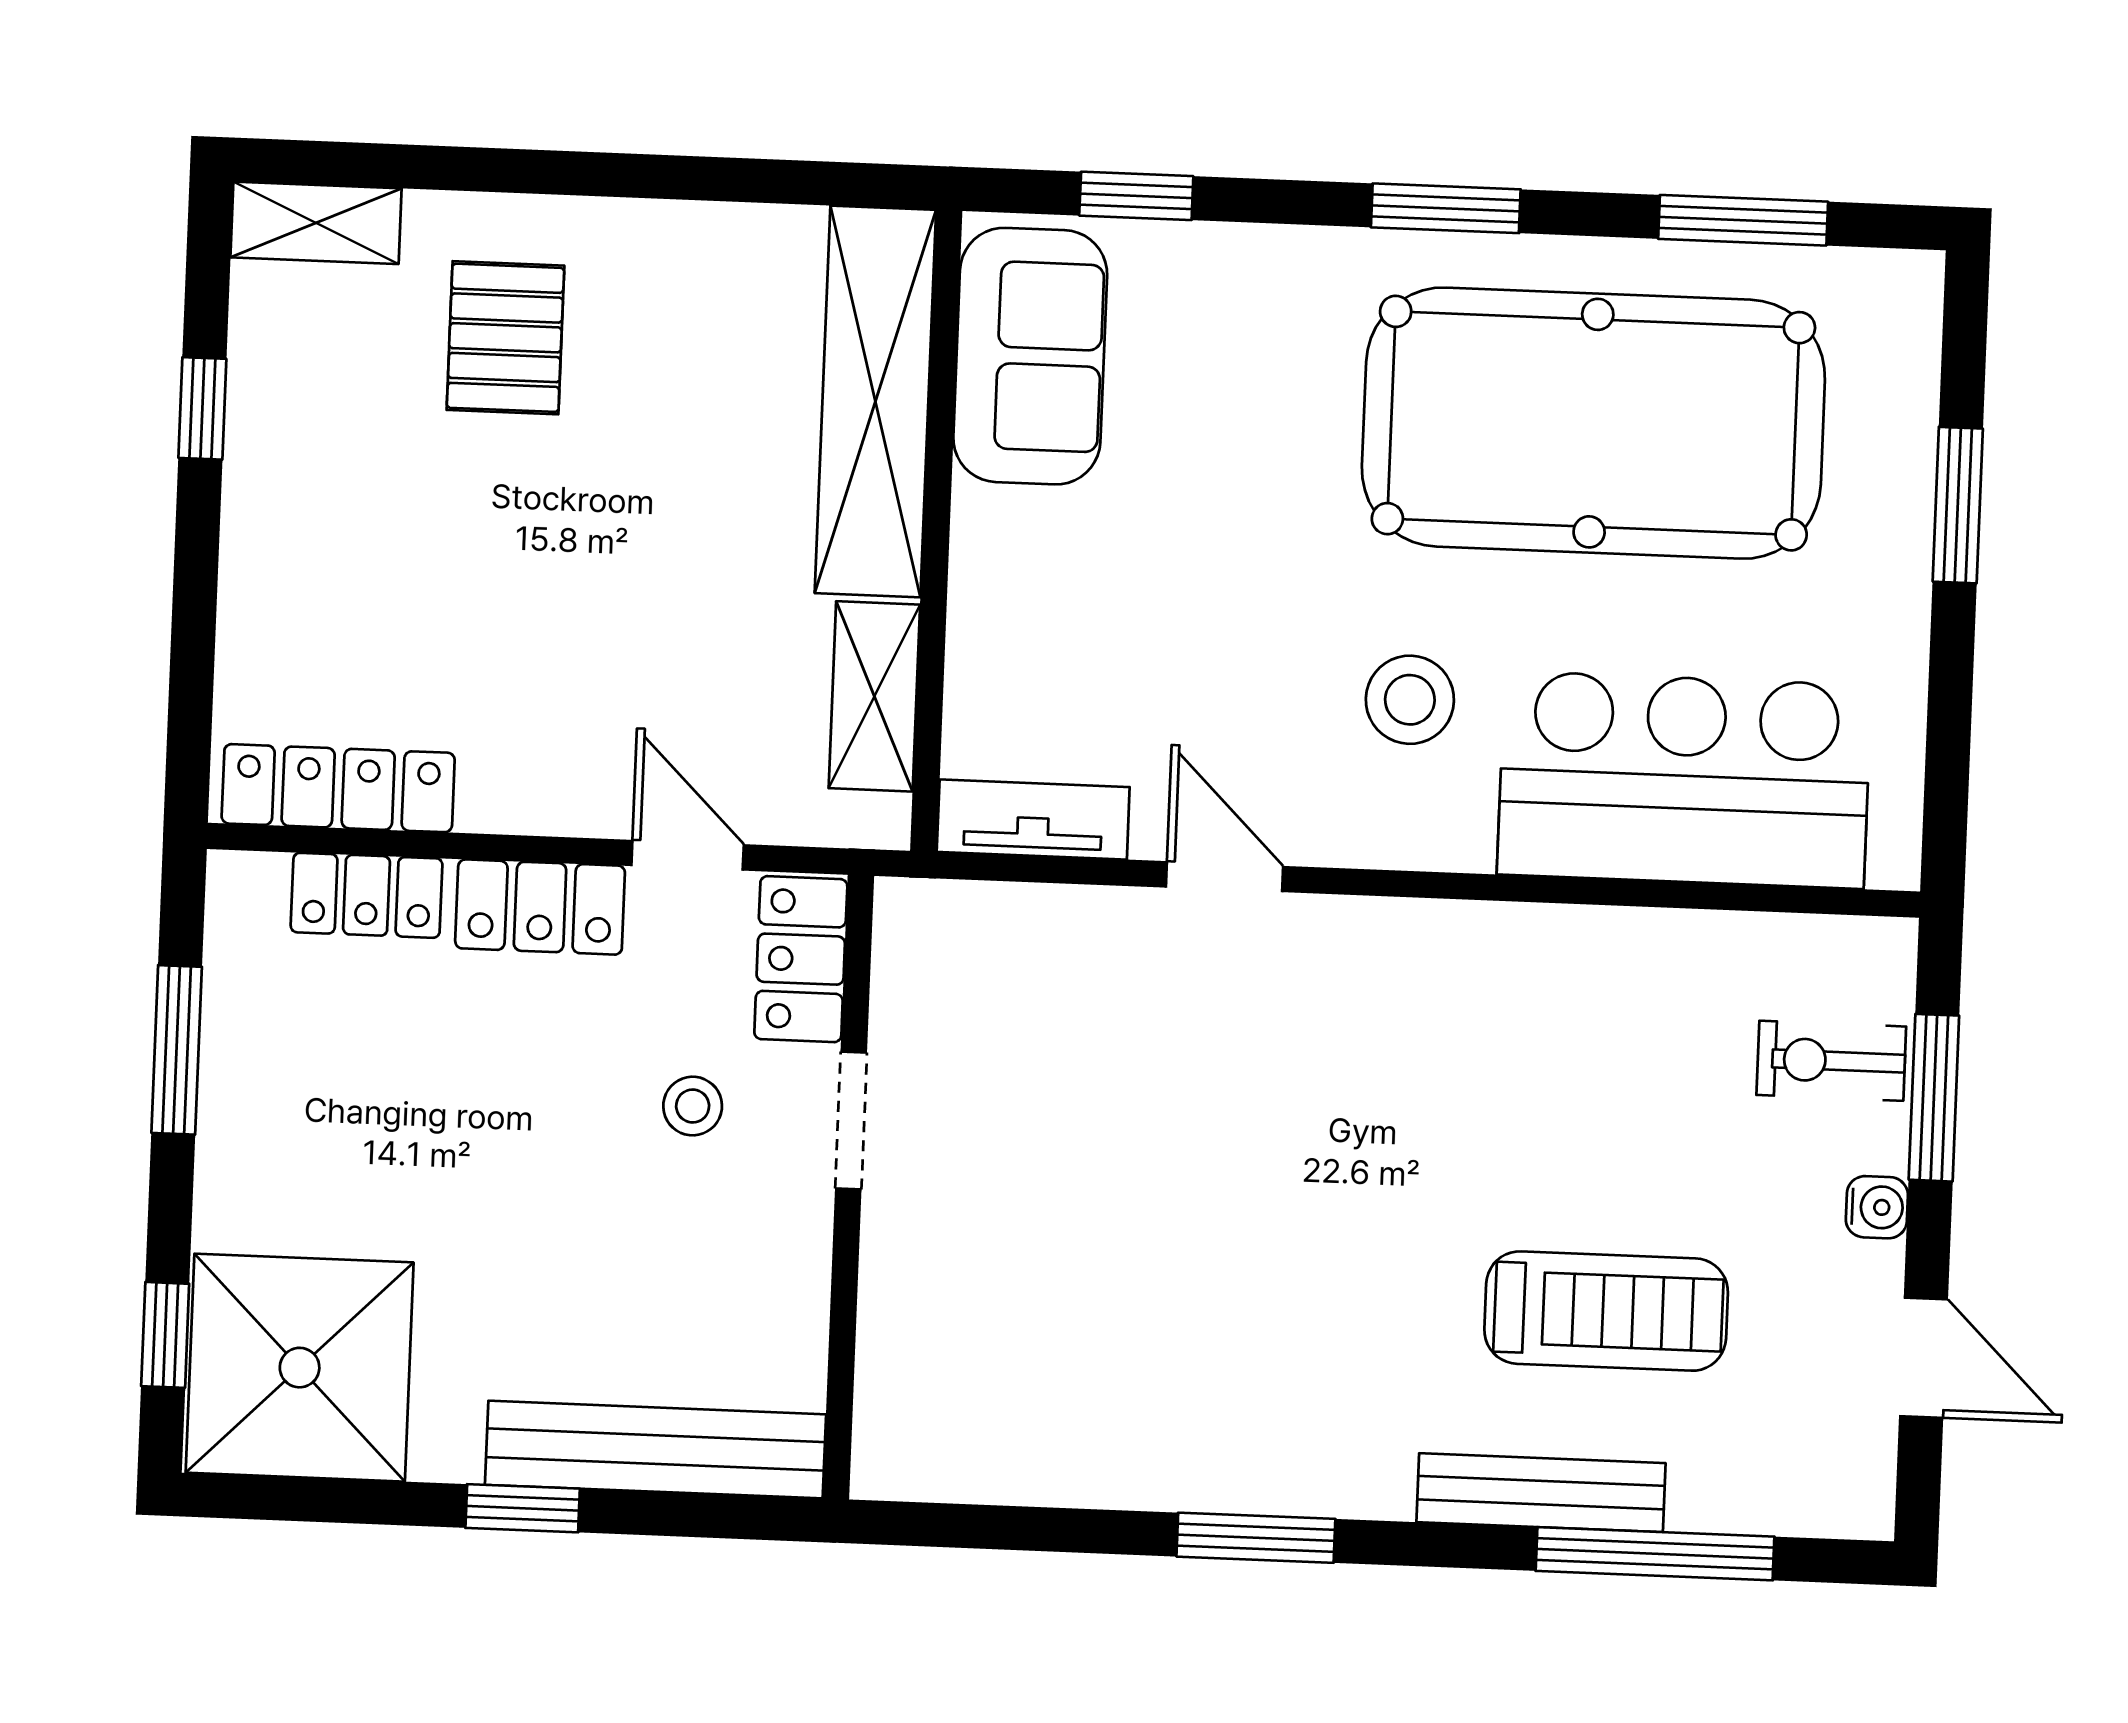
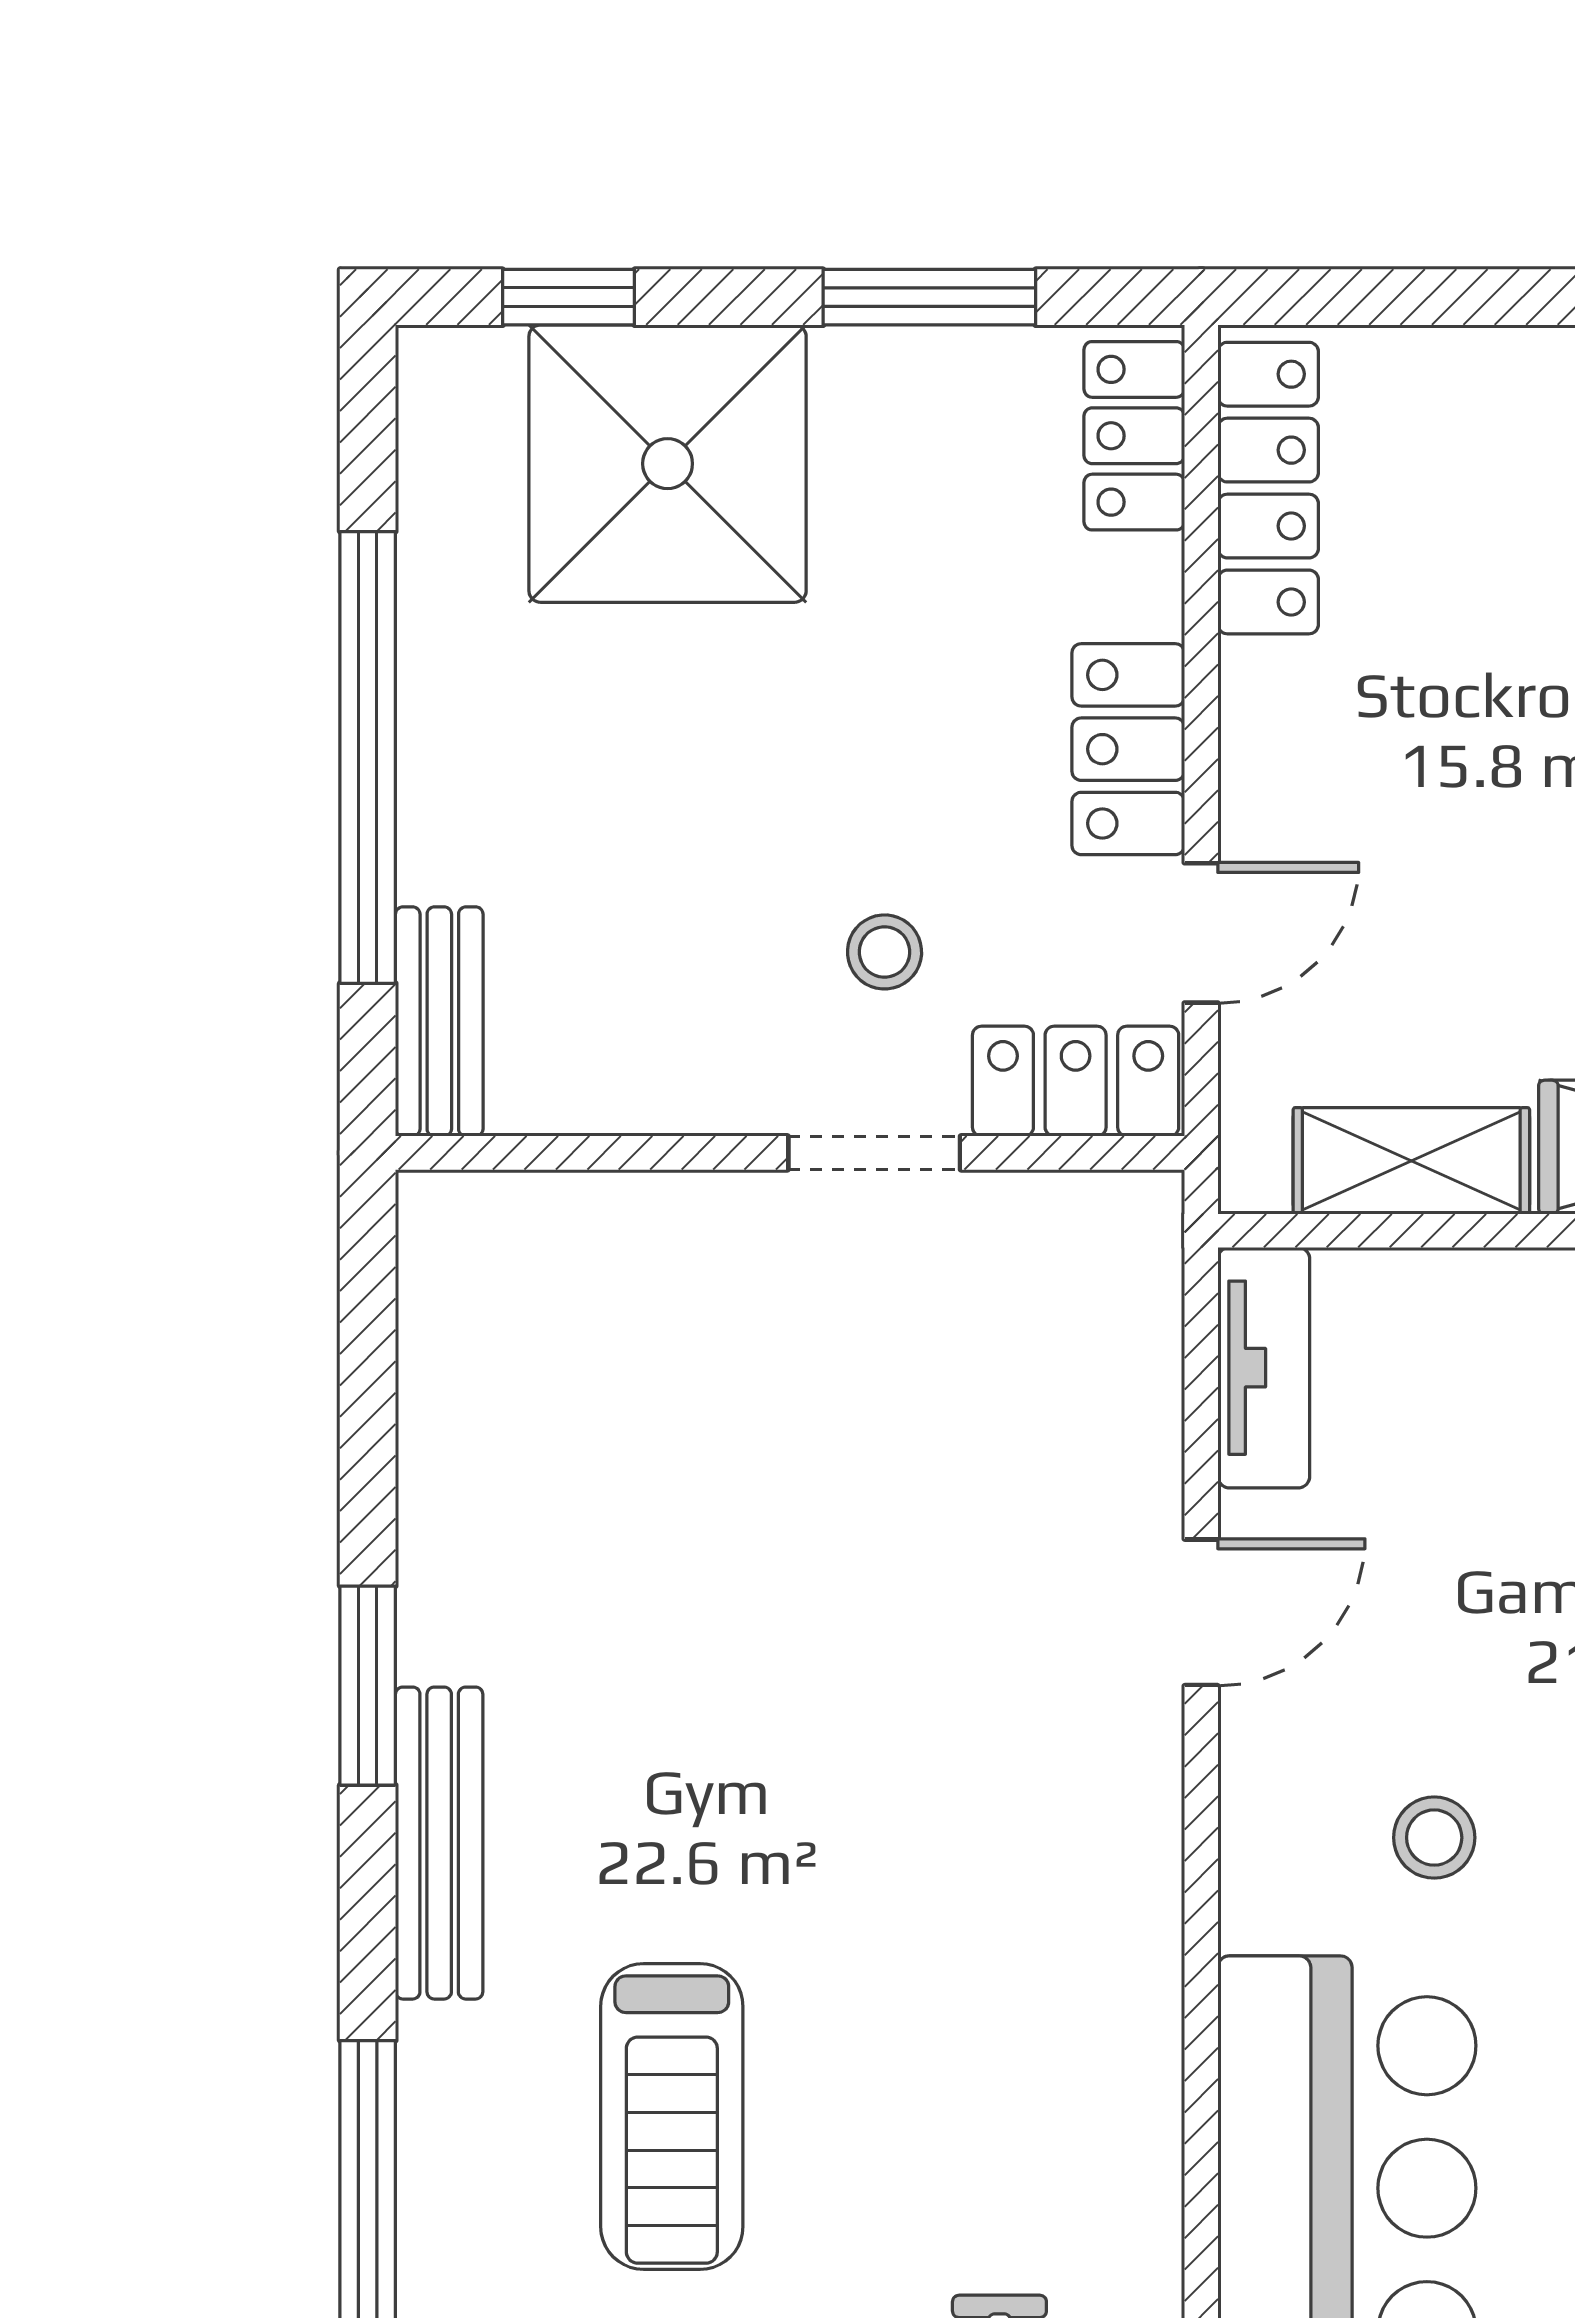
stool: (1410, 700) -> (1434, 1838), width x0.73, depth x0.73
locker: (367, 895) -> (1134, 436), moved
shower: (300, 1368) -> (668, 464), moved
bench: (656, 1450) -> (439, 1022), width x0.54, depth x0.82
bench: (1541, 1493) -> (439, 1843), moved
window: (523, 1508) -> (368, 757), width x3.17

